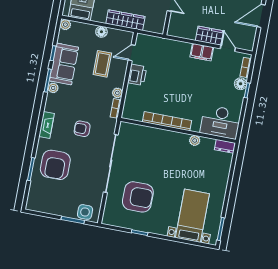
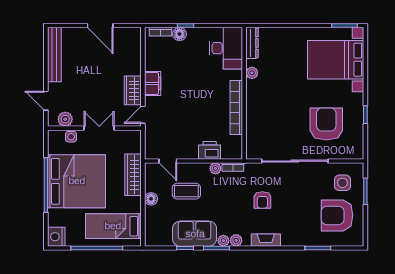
plant: (65, 25) -> (236, 240), moved
wardrobe: (209, 36) -> (133, 90), moved
door: (228, 48) -> (143, 115), moved
printer: (137, 75) -> (210, 150), moved
dresser: (225, 146) -> (252, 43), width x1.44
armchair: (55, 165) -> (337, 215), moved, turned 180
side table: (85, 212) -> (343, 183), moved
bed with nightstands: (192, 216) -> (336, 60), width x1.36

